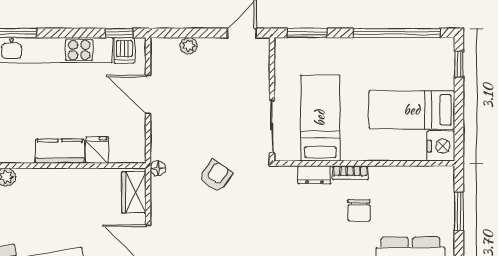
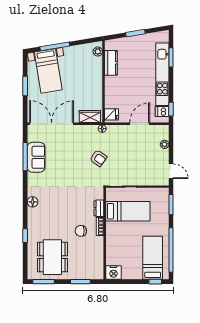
bed: (412, 110) -> (153, 258), moved
fridge: (97, 150) -> (111, 114), moved
kitchen counter: (60, 151) -> (111, 63), moved

